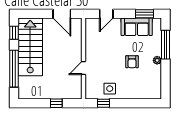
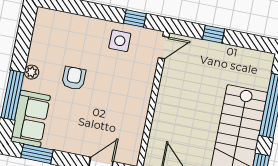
sofa: (137, 27) -> (30, 119), moved, turned 90
door: (84, 68) -> (164, 47), moved

